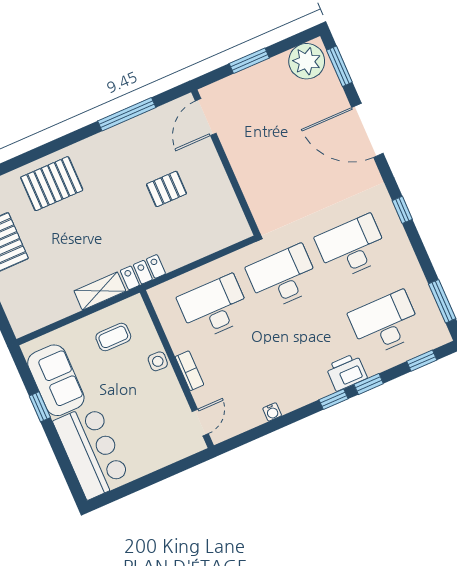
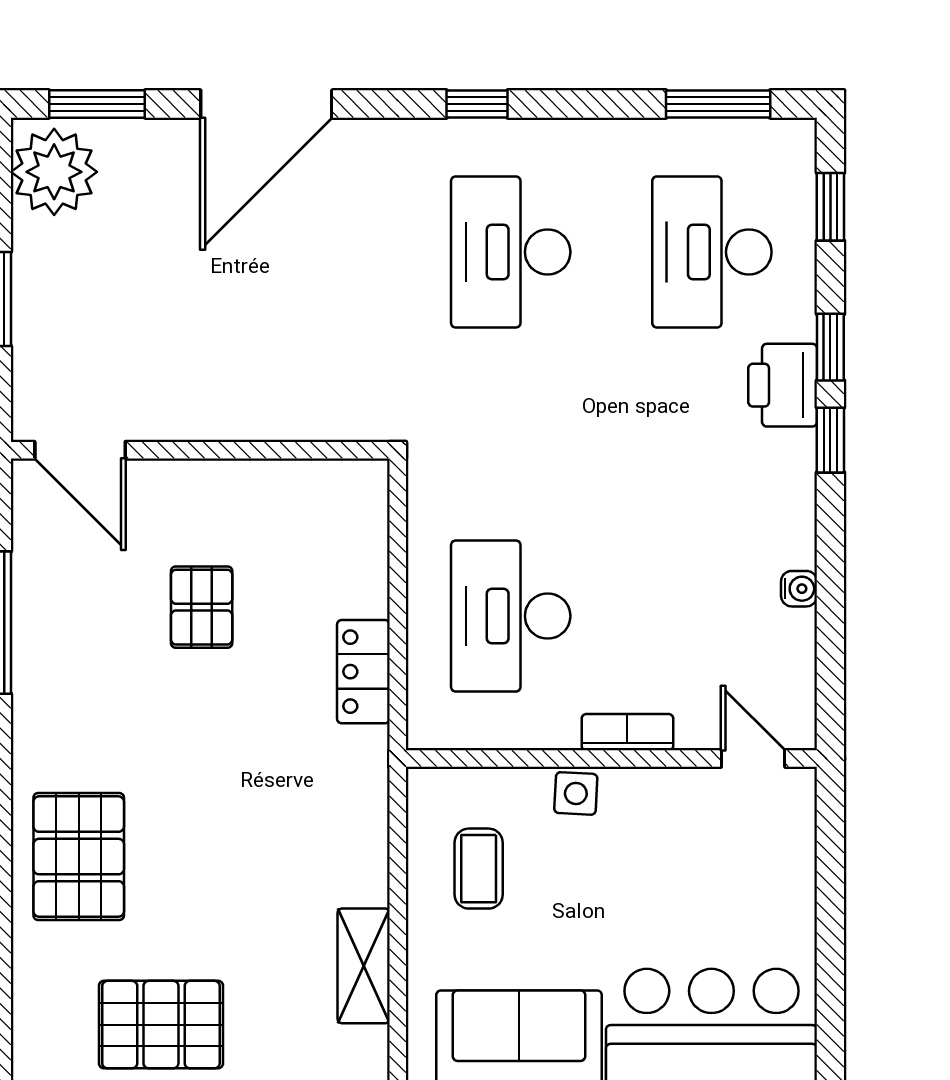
locker: (143, 272) -> (363, 672), moved
desk: (283, 277) -> (511, 434), removed
shelving: (100, 291) -> (364, 966), moved

